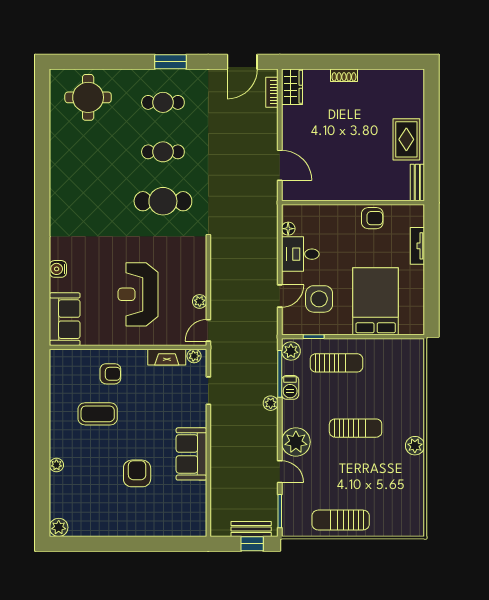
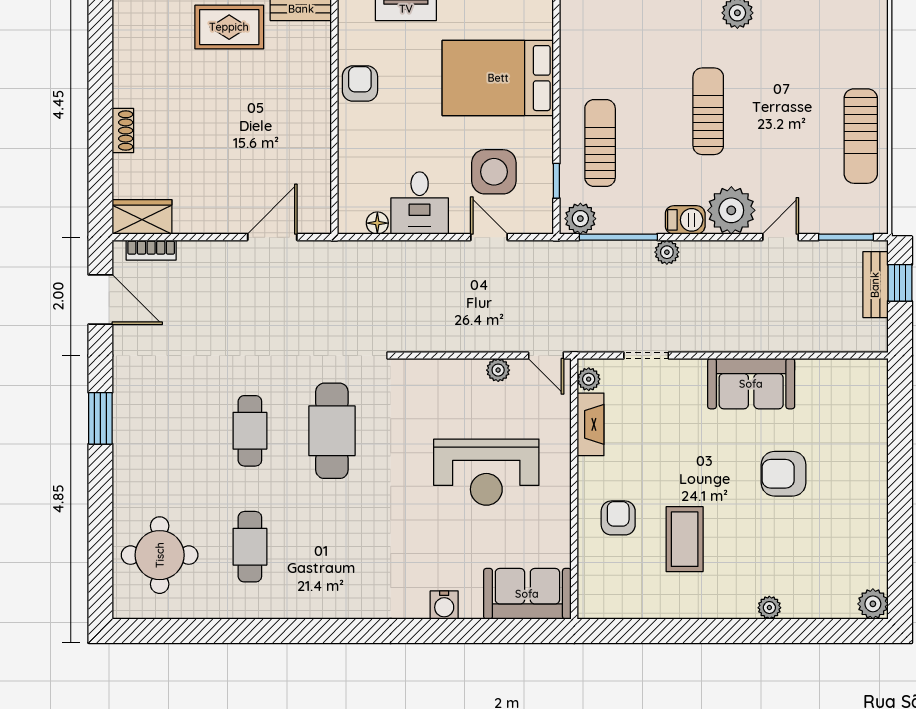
cafe table: (163, 102) -> (250, 547), moved
barbecue: (290, 387) -> (685, 220), moved

